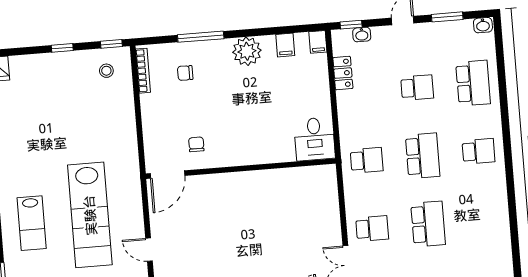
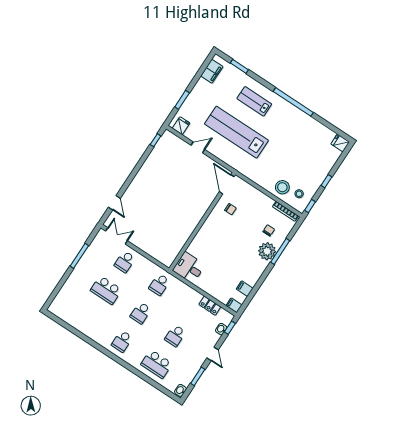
plant: (247, 51) -> (267, 251), moved
stool: (115, 99) -> (282, 187), added
school desk: (423, 156) -> (141, 313), width x0.54

